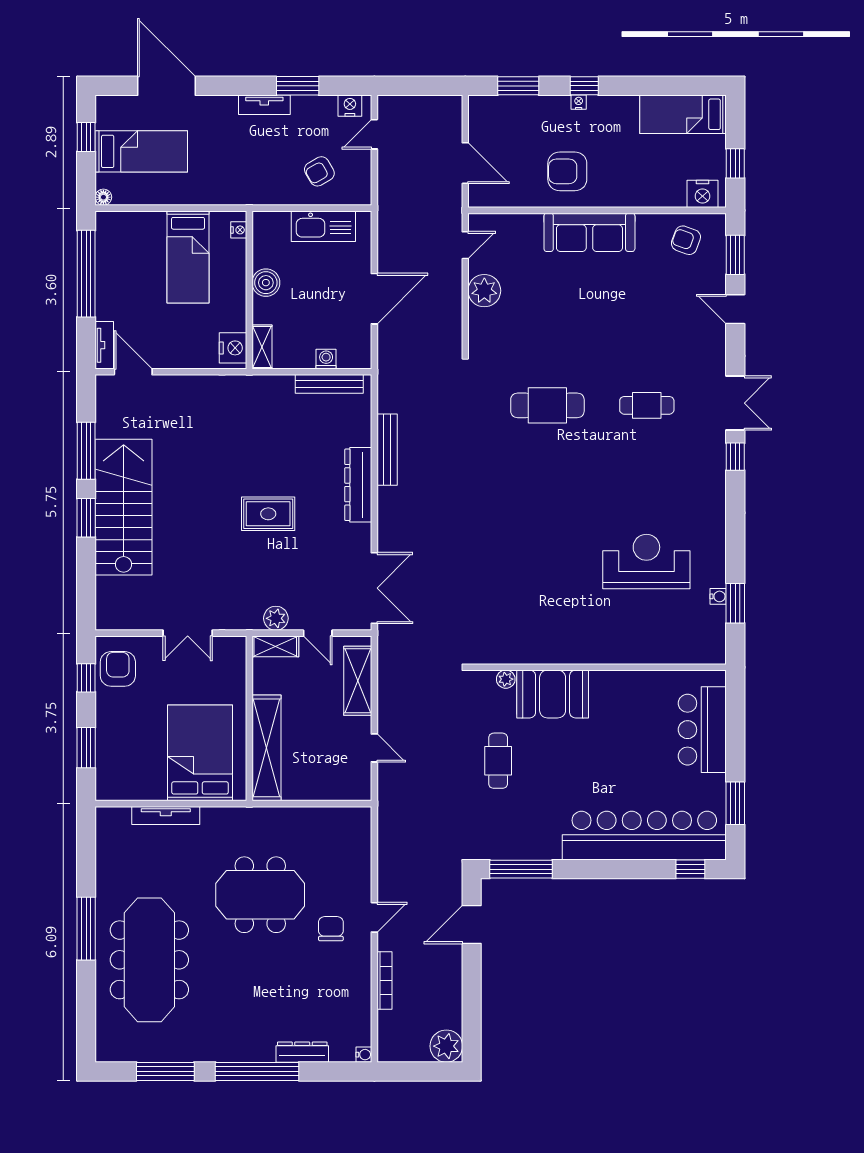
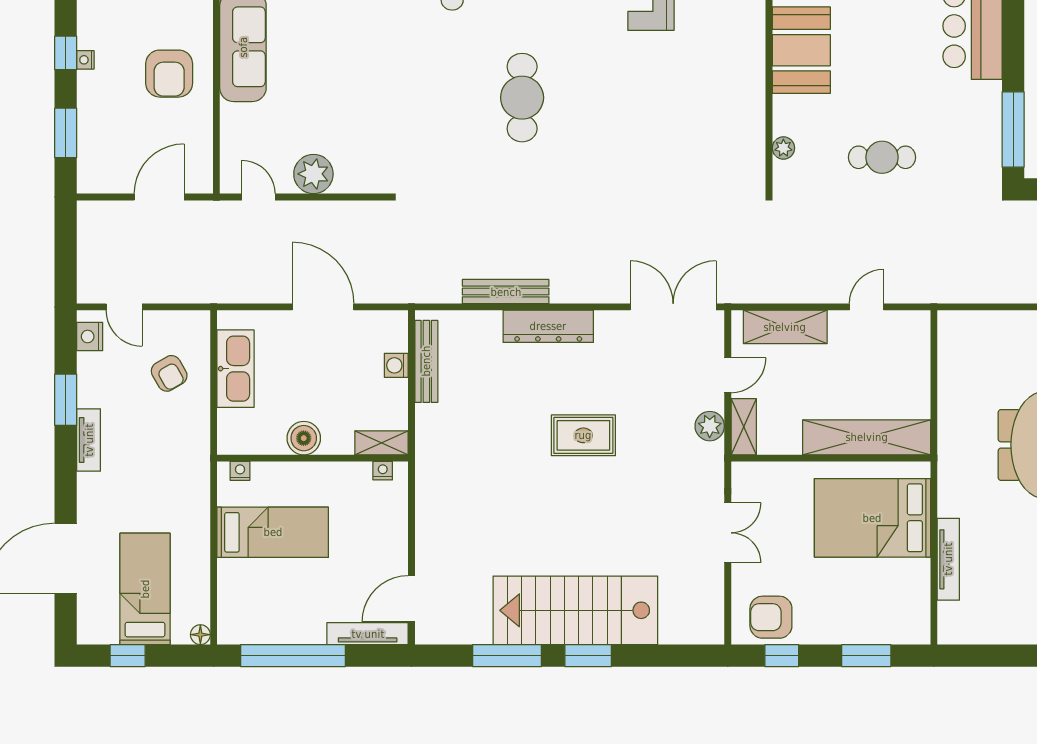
tv unit: (104, 345) -> (368, 634), width x1.41
nightstand: (233, 348) -> (383, 471), width x0.53, depth x0.56
cafe table: (547, 405) -> (522, 98), moved
rug: (268, 514) -> (583, 435), turned 90
booth: (553, 694) -> (801, 50), moved

